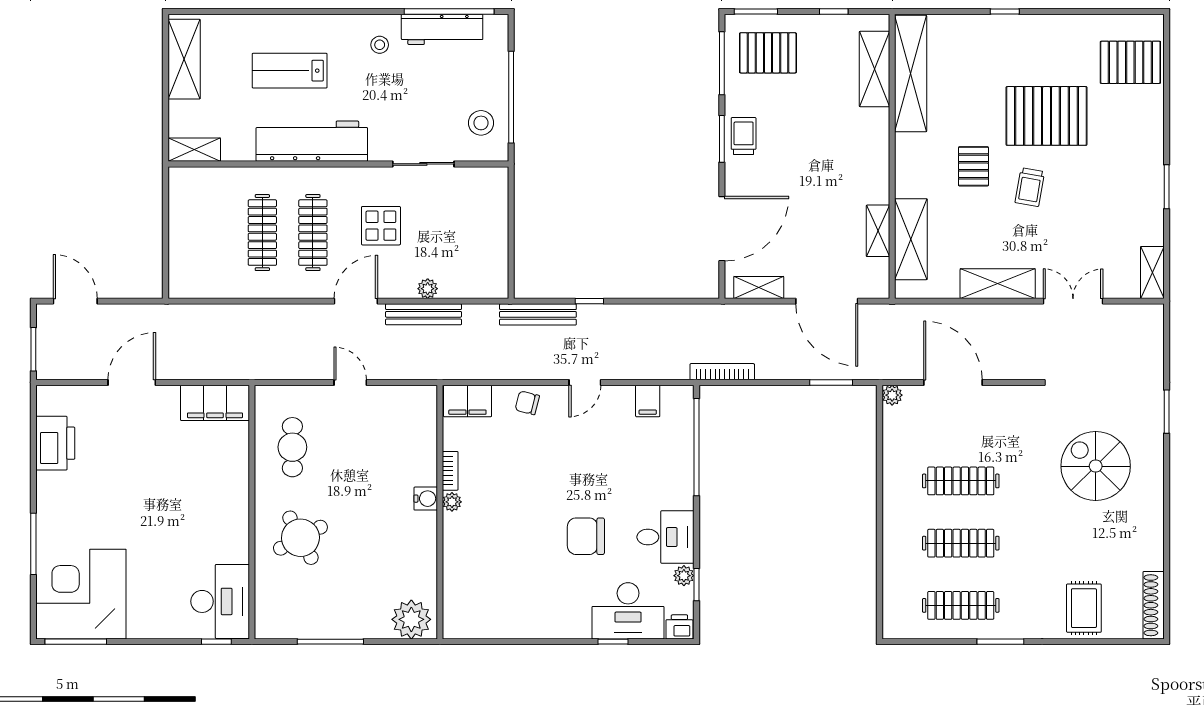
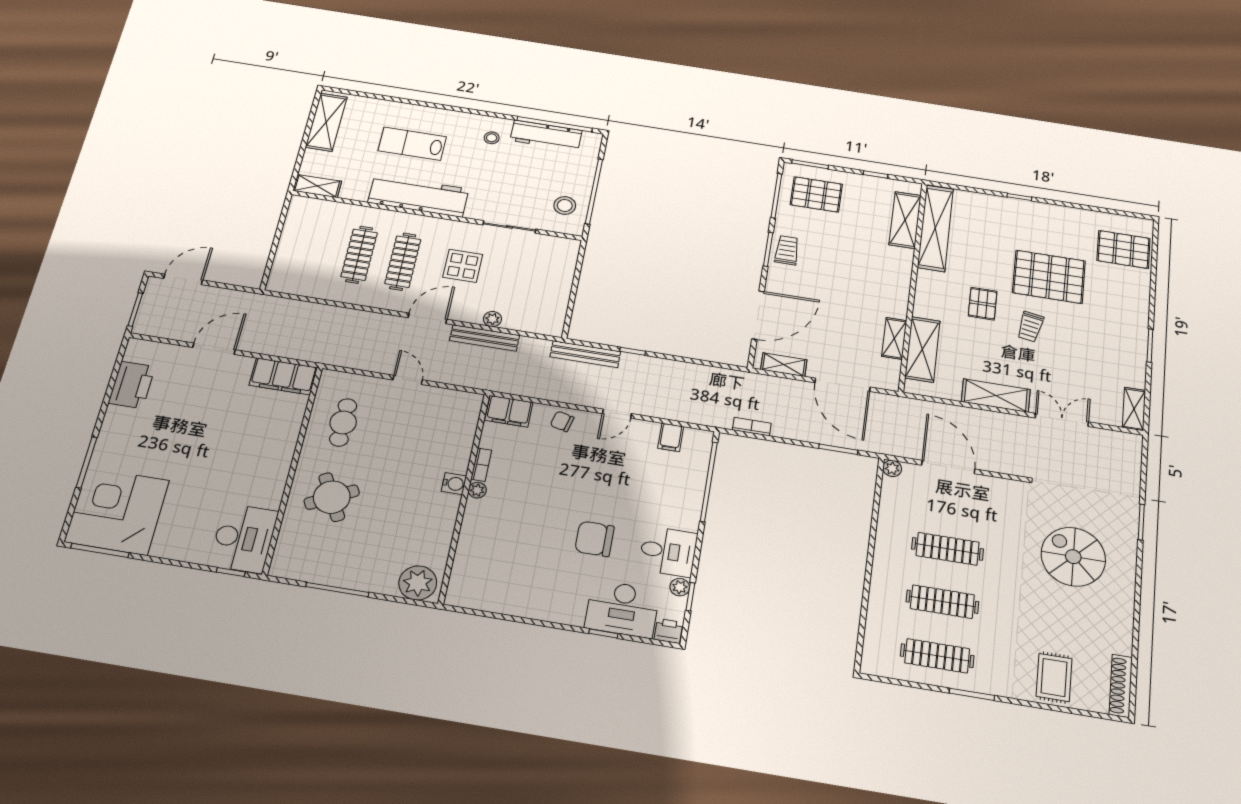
door: (75, 301) -> (183, 279), hinge flipped
bookcase: (722, 372) -> (752, 427), width x0.64

